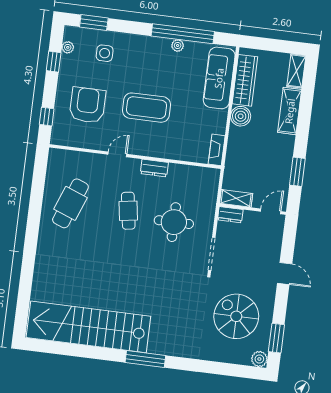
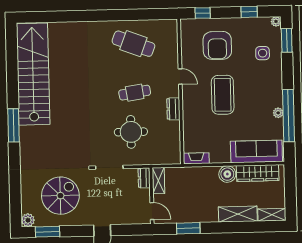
plant: (68, 47) -> (276, 21), moved
armchair: (87, 105) -> (217, 45), turned 90

